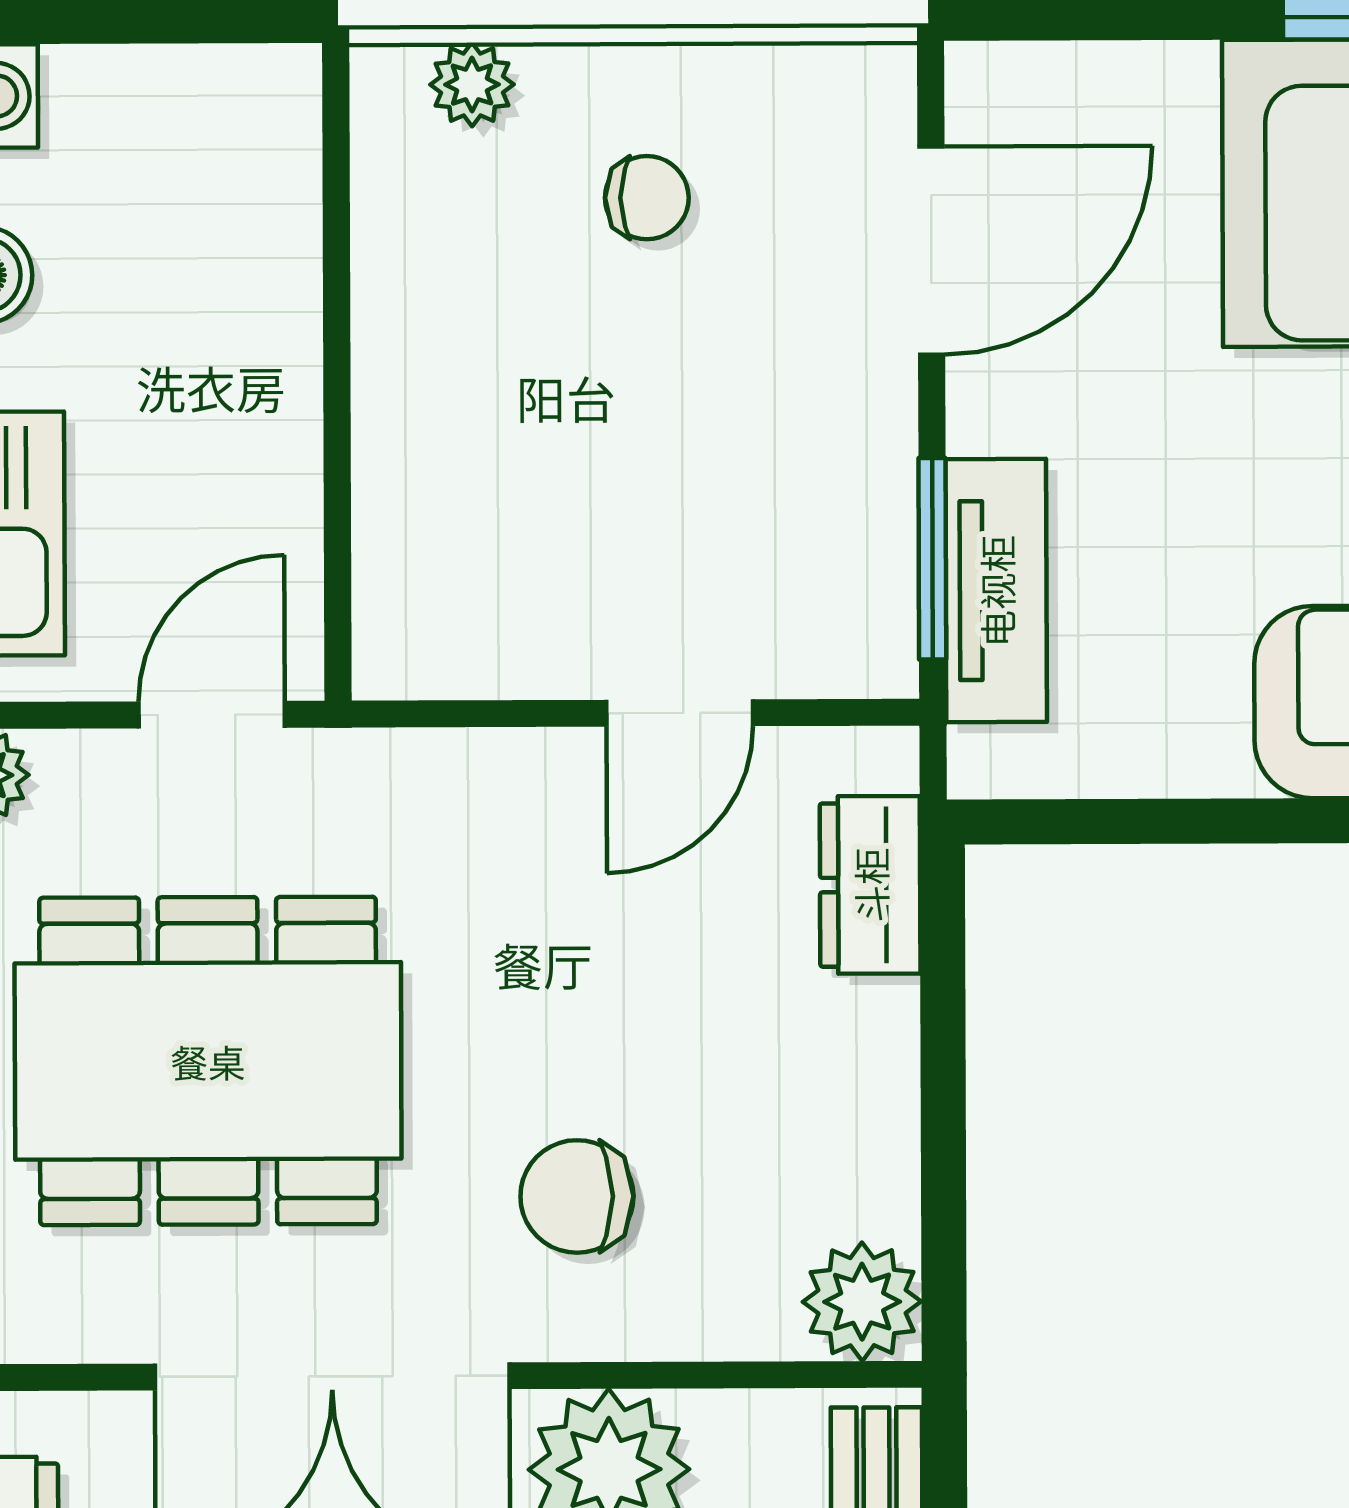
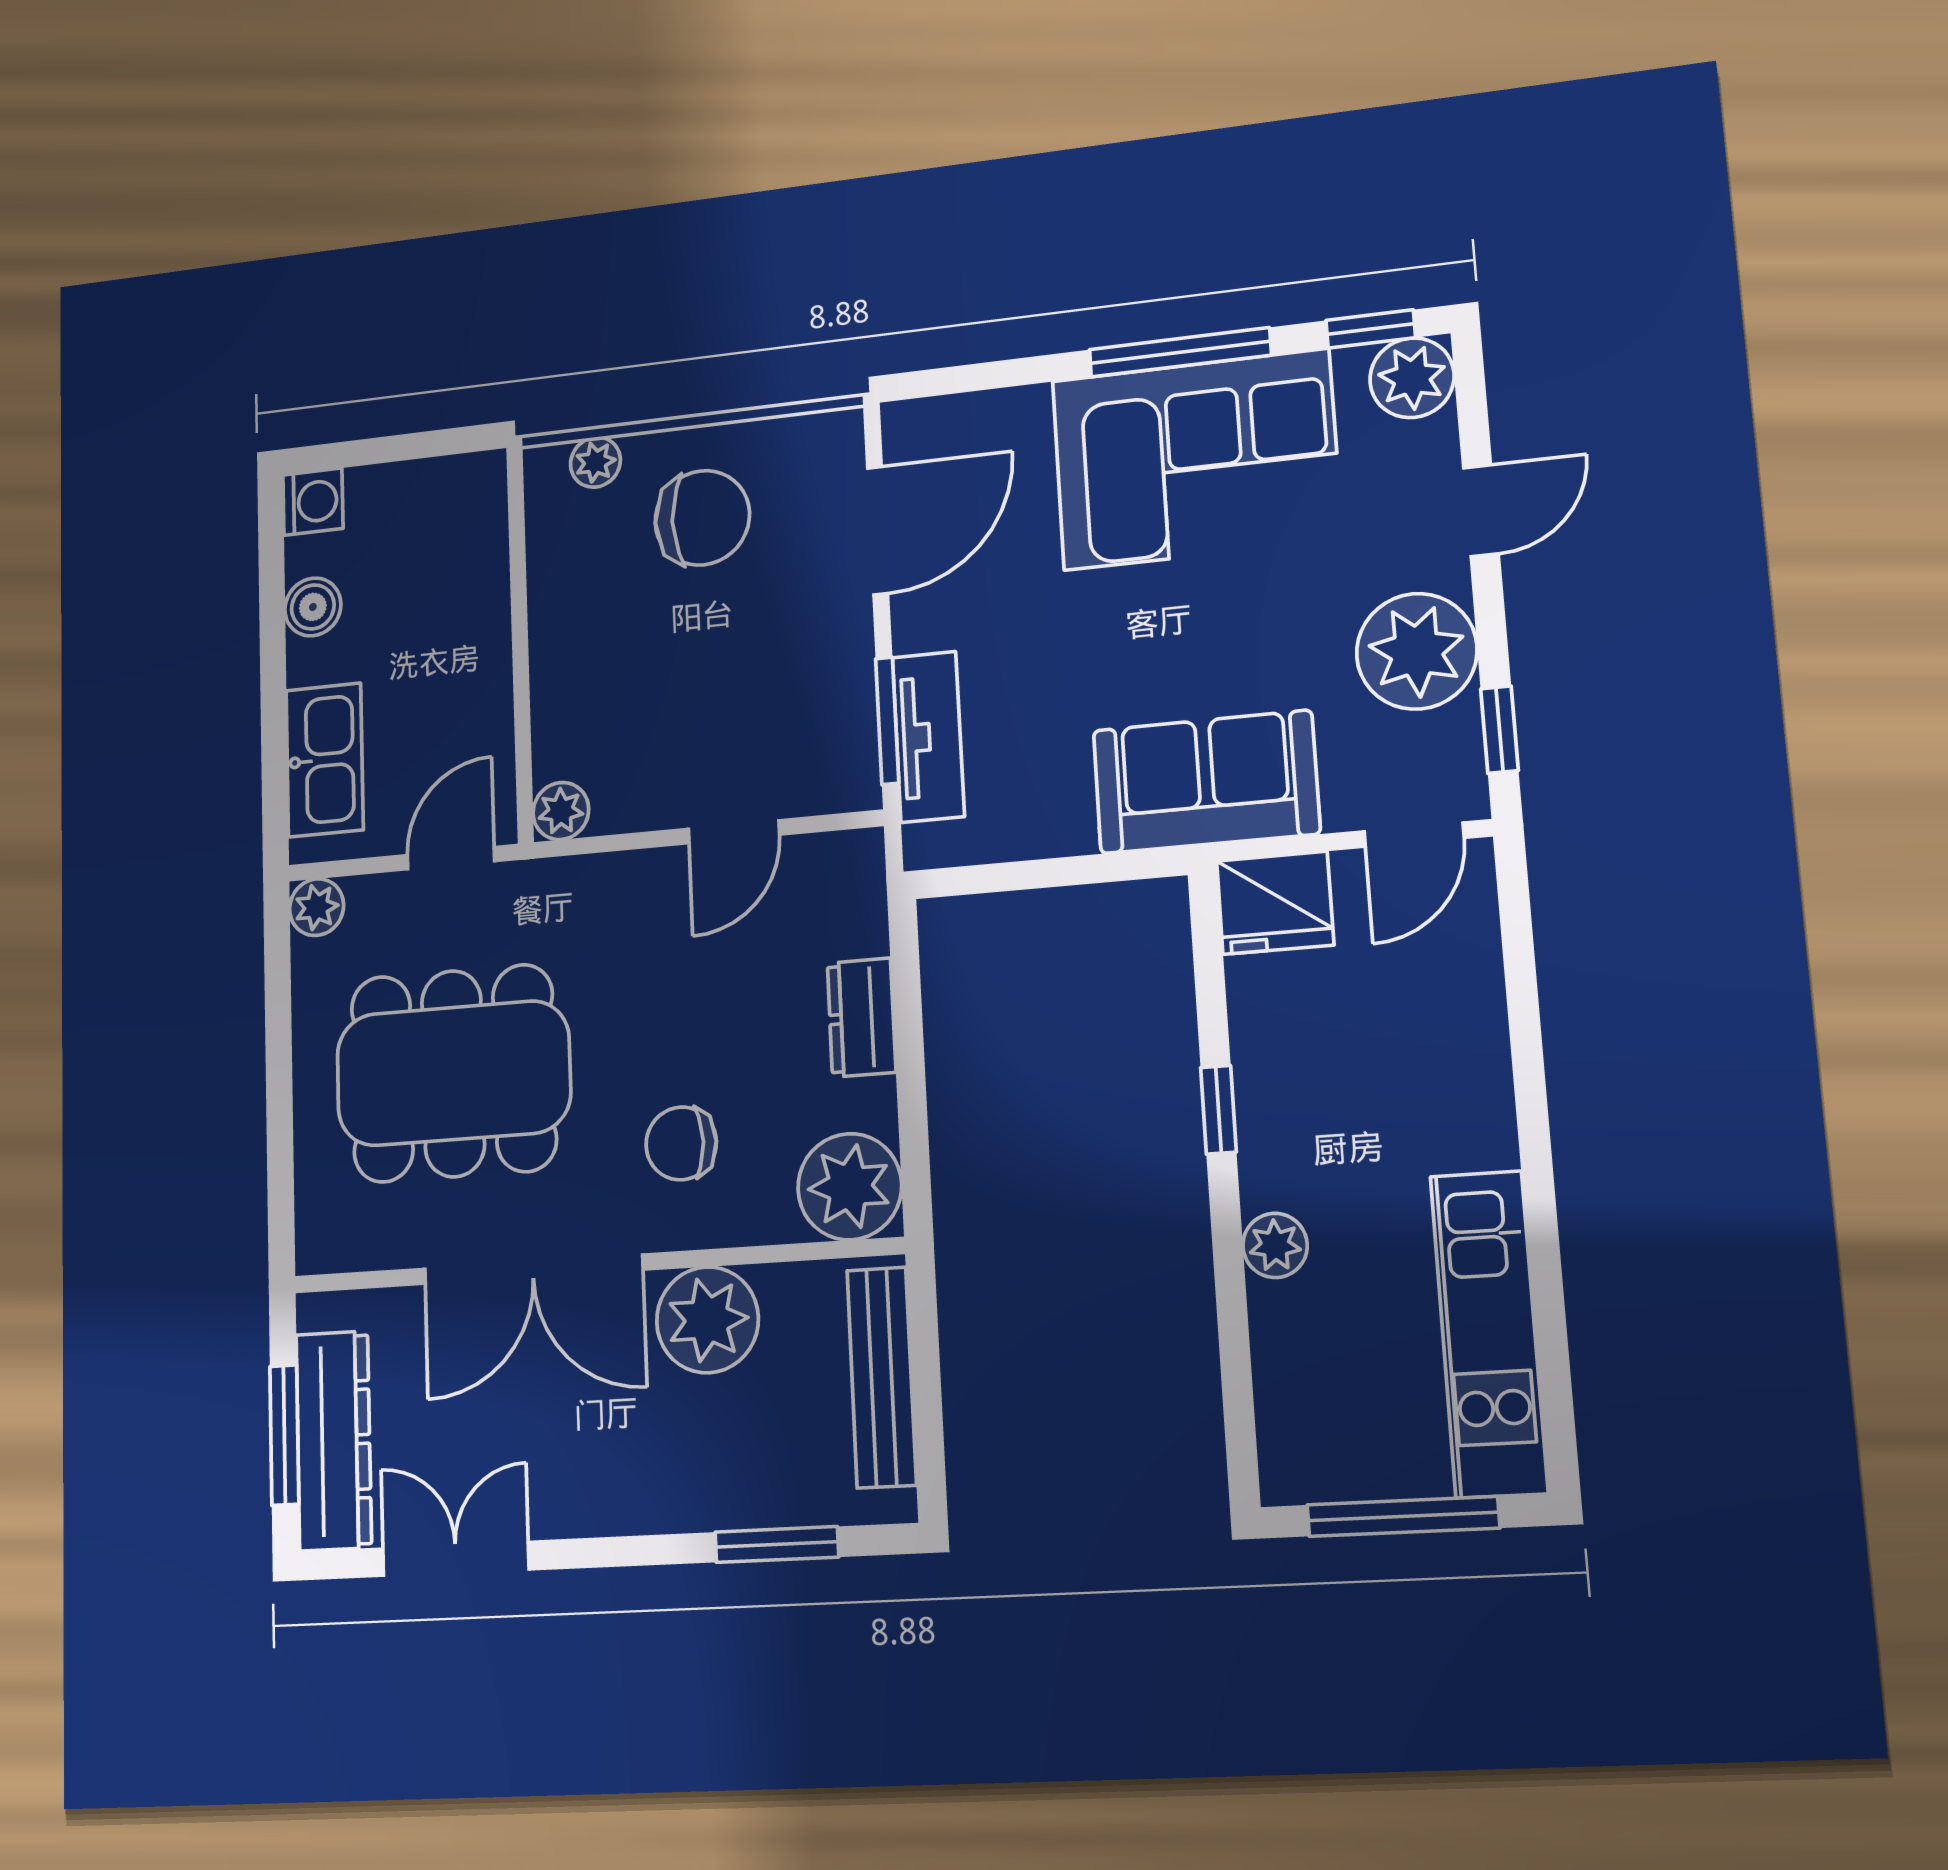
chair: (647, 198) -> (702, 518), width x1.87, depth x1.87
plant: (398, 654) -> (561, 811), added
dresser: (870, 885) -> (861, 1018), moved
plant: (862, 1302) -> (850, 1187), width x1.36, depth x1.36

